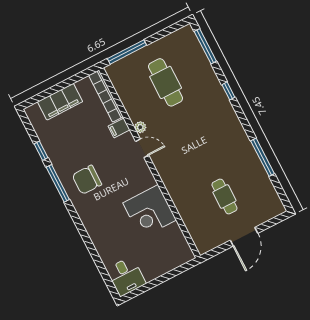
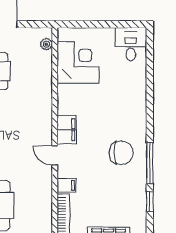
plant: (140, 127) -> (46, 44), moved
filing cabinet: (143, 175) -> (67, 130), added
corner desk: (150, 211) -> (78, 62), moved

